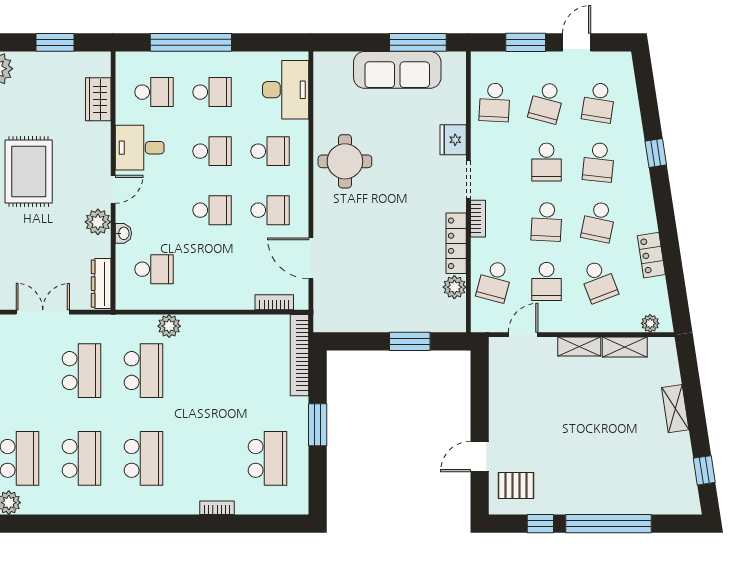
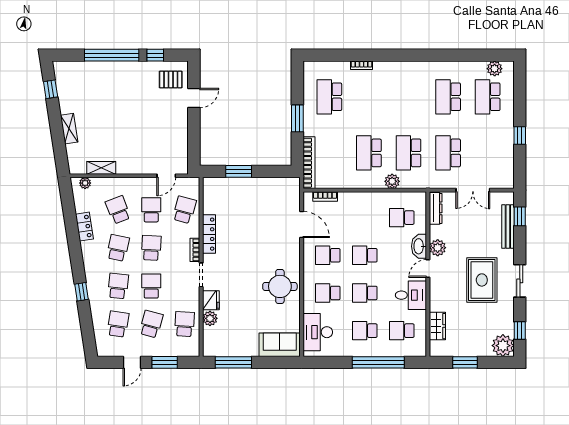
sofa: (397, 70) -> (280, 345), moved, width x0.73
washbasin: (123, 233) -> (419, 246), width x1.91, depth x1.45
plant: (454, 287) -> (210, 318), moved
shelving: (579, 347) -> (130, 168), removed
school desk: (143, 458) -> (369, 153), moved

